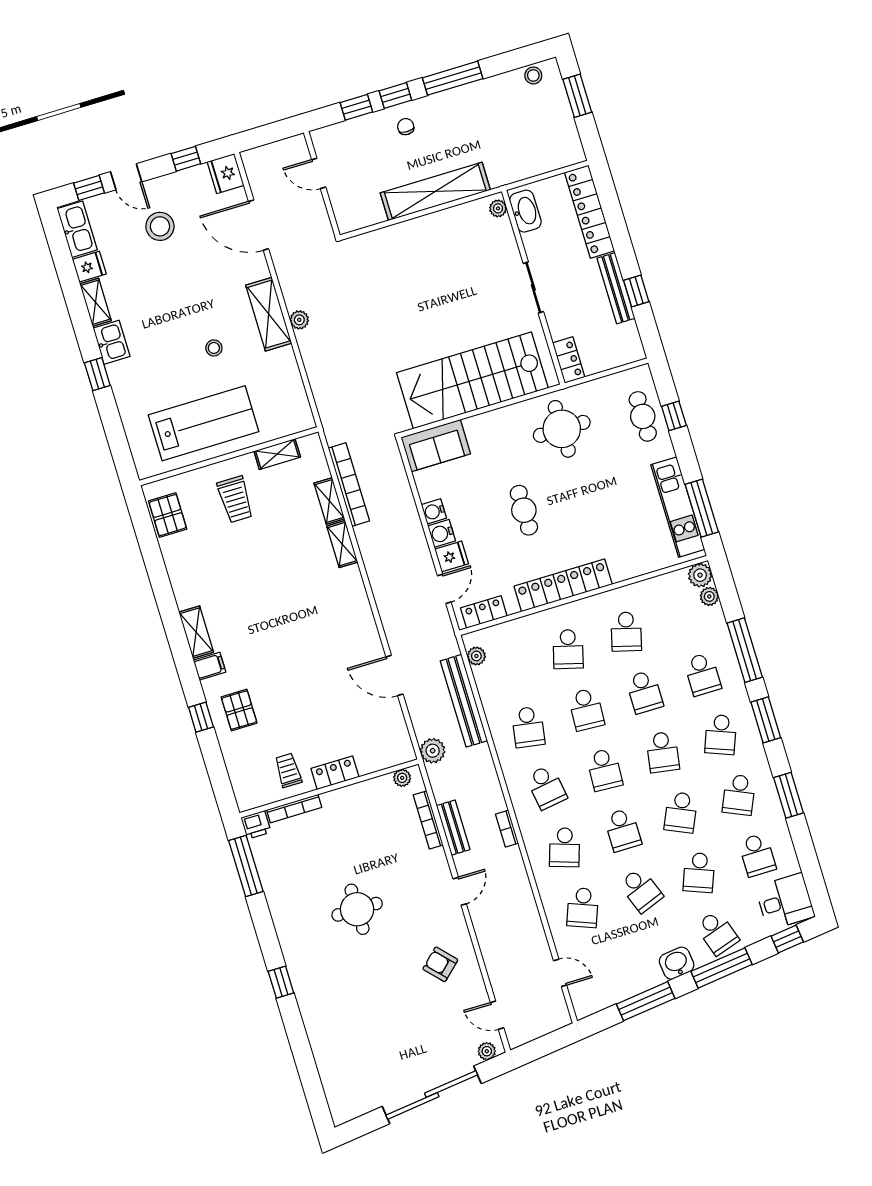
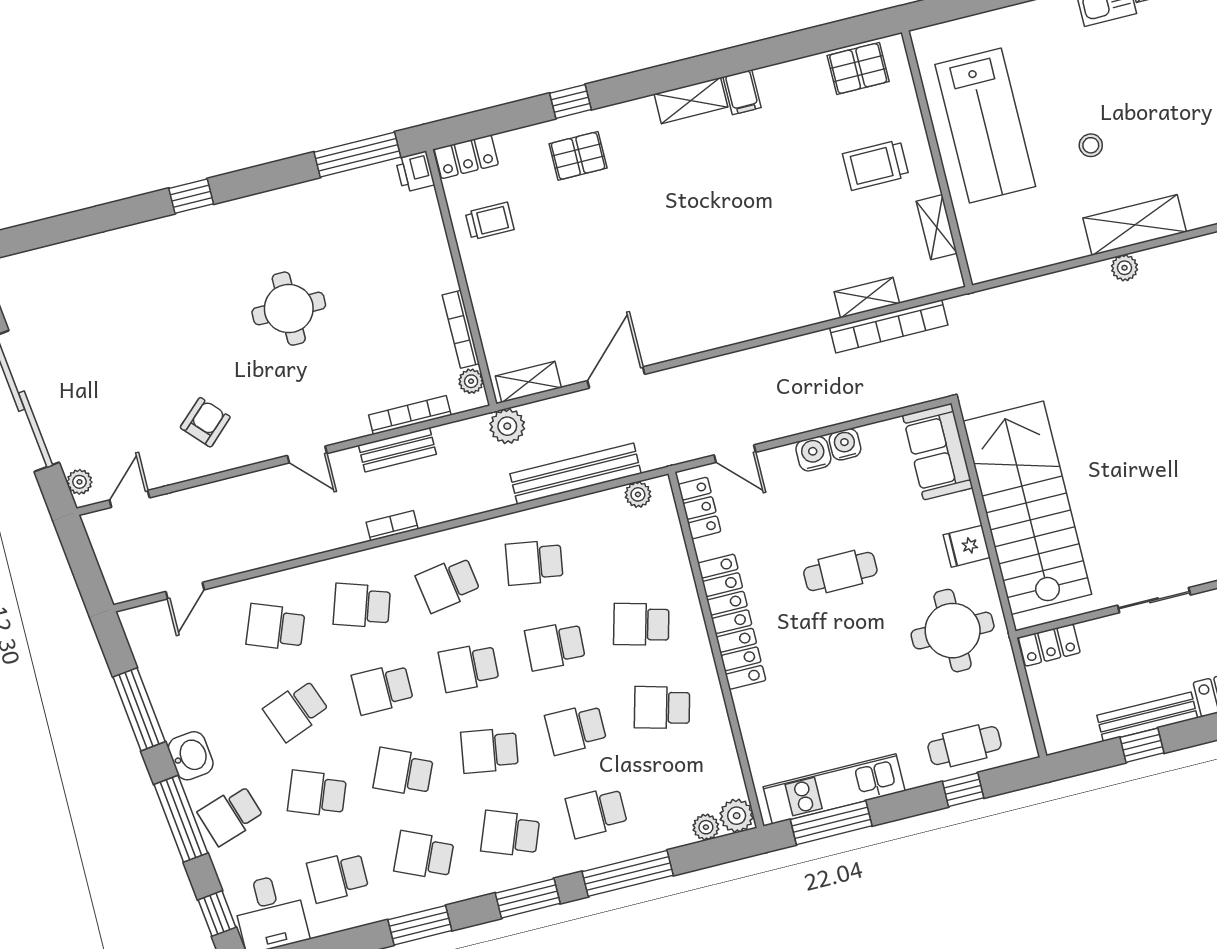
shelving: (342, 544) -> (528, 382), moved
fridge: (452, 556) -> (967, 546), moved, turned 90
filing cabinet: (210, 666) -> (742, 92), moved
locker: (335, 773) -> (466, 157), moved, turned 90
bookcase: (294, 809) -> (461, 329), moved

